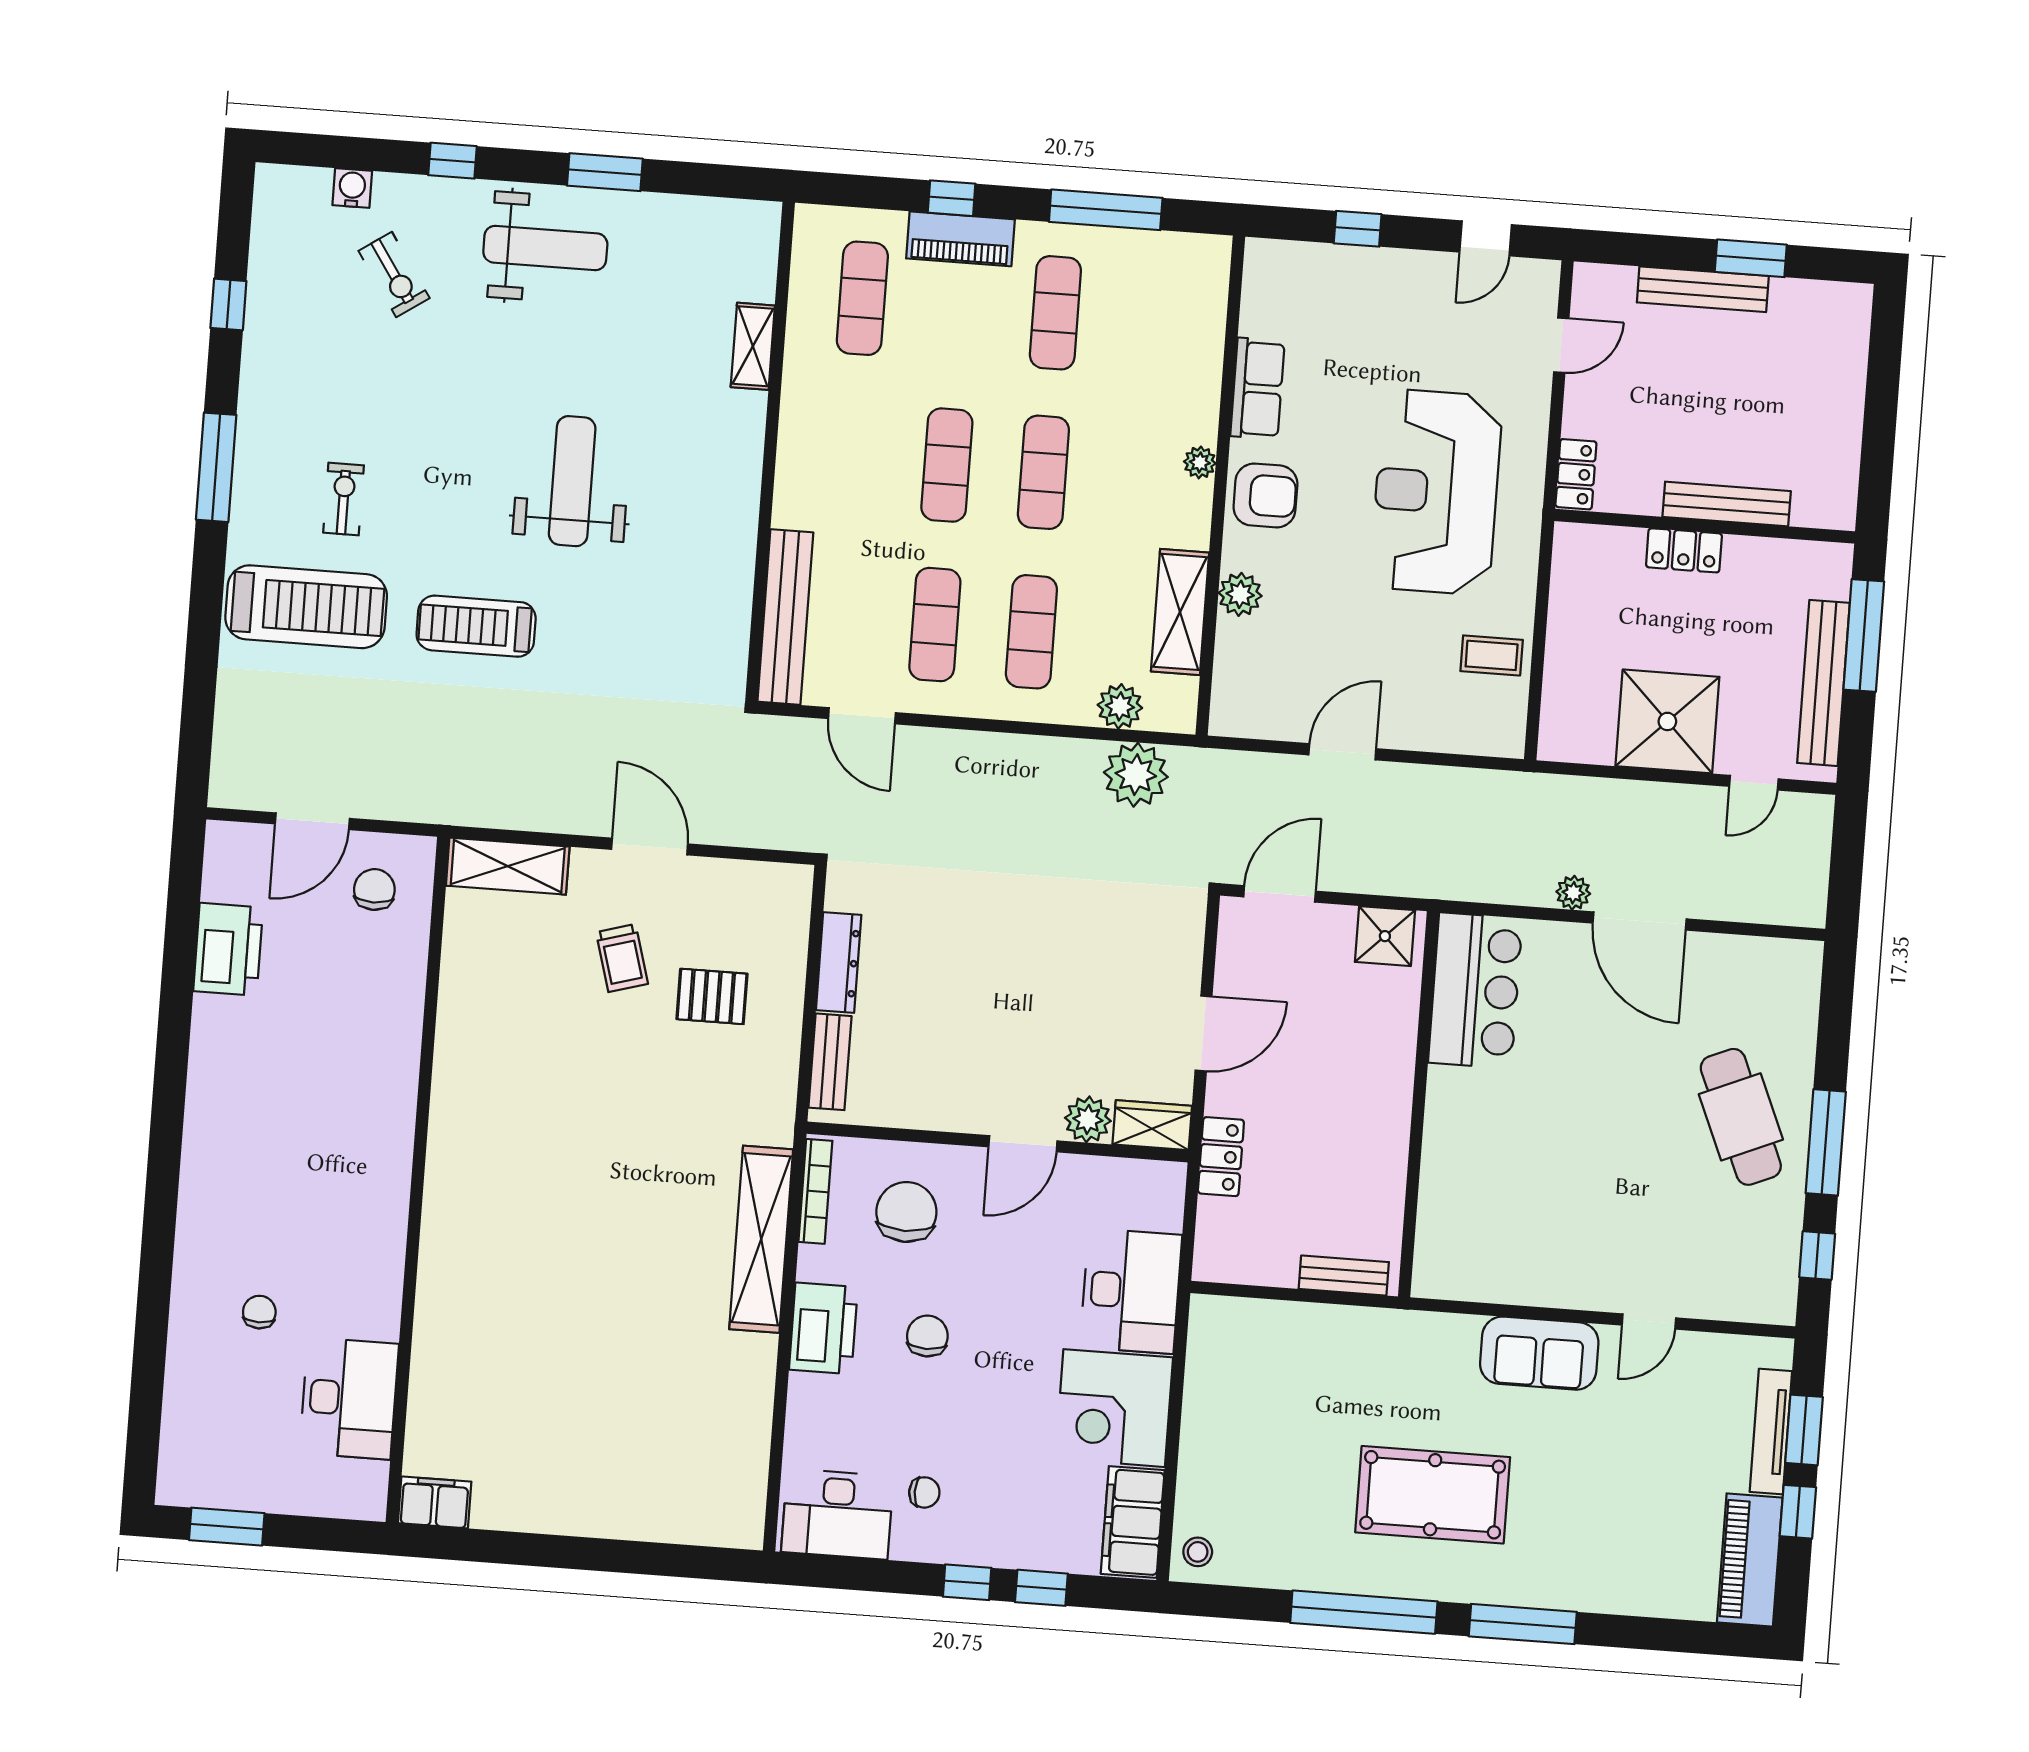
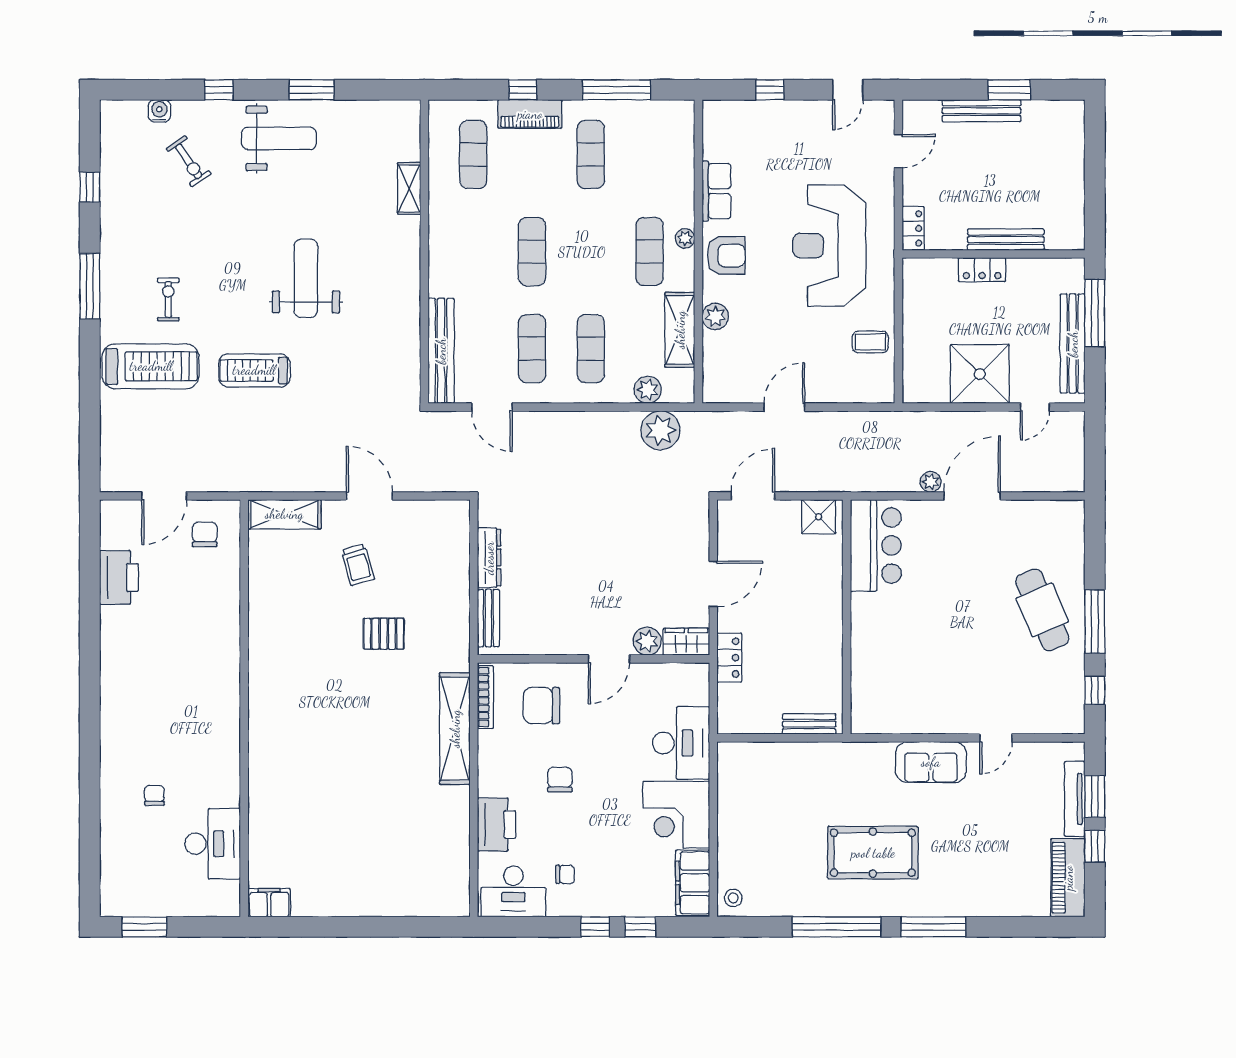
exercise mat: (1043, 472) -> (650, 252), moved
door: (1640, 921) -> (972, 496), swing flipped
pallet: (712, 996) -> (384, 634), moved
chair: (906, 1212) -> (541, 705), turned -90
printer: (823, 1328) -> (496, 824), moved

